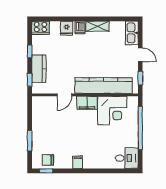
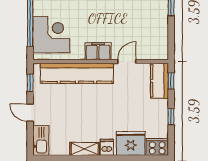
fridge: (67, 28) -> (131, 143), width x1.88, depth x1.34
kitchen counter: (39, 69) -> (159, 81), moved
corner desk: (112, 111) -> (51, 35), moved, turned 90

